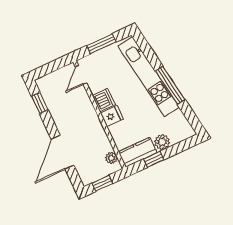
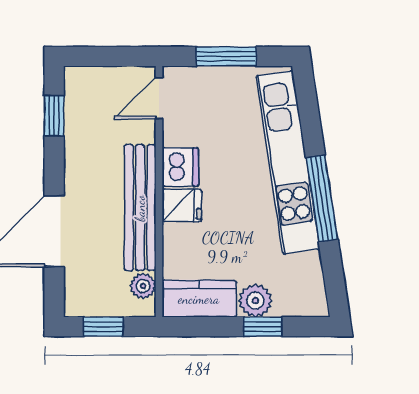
bench: (95, 125) -> (140, 208), added
window: (154, 159) -> (263, 327), moved

